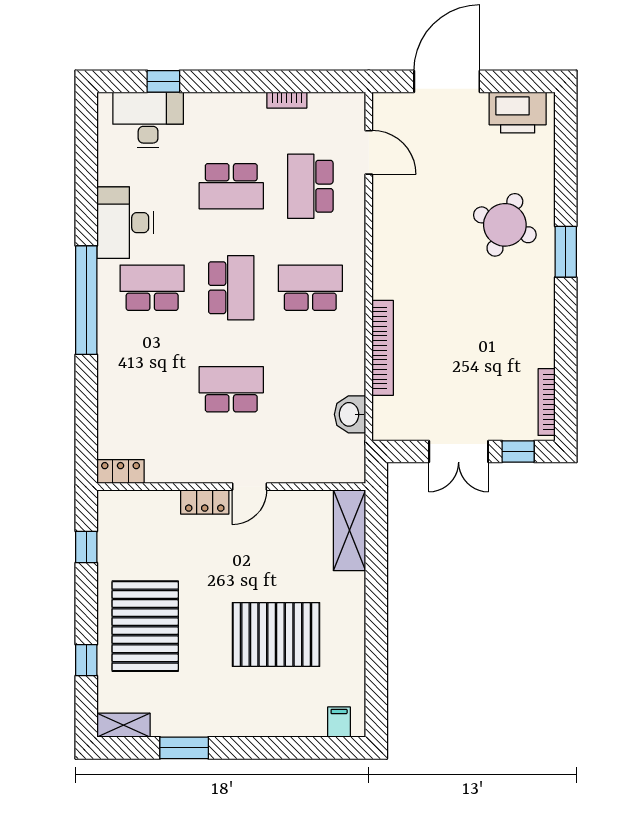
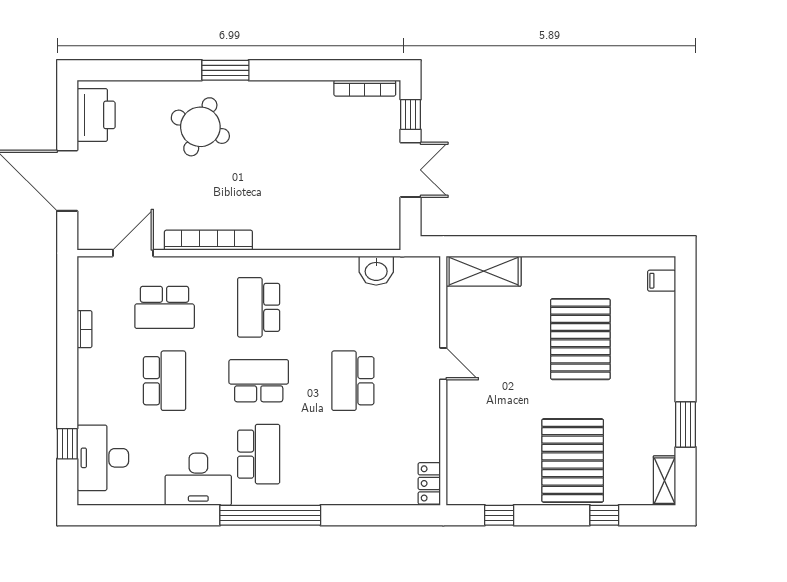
school desk: (152, 288) -> (259, 454), turned 180
bookcase: (383, 348) -> (208, 240), moved
locker: (205, 502) -> (457, 405), removed
pallet: (145, 626) -> (573, 461), turned 90

